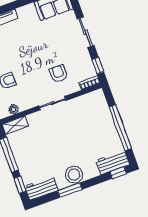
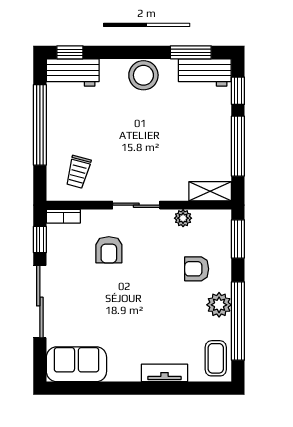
sliding door: (86, 32) -> (40, 302), width x1.37
plant: (14, 109) -> (183, 218), moved
trolley: (90, 110) -> (78, 172), added
window: (70, 190) -> (191, 52), moved

